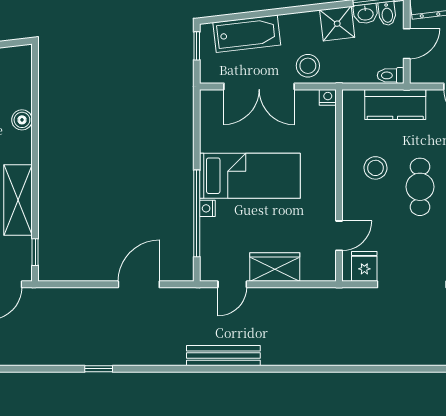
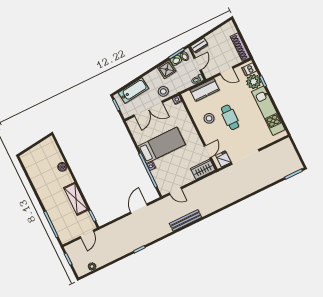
wardrobe: (275, 267) -> (203, 169), moved
door: (232, 284) -> (175, 191), hinge flipped

